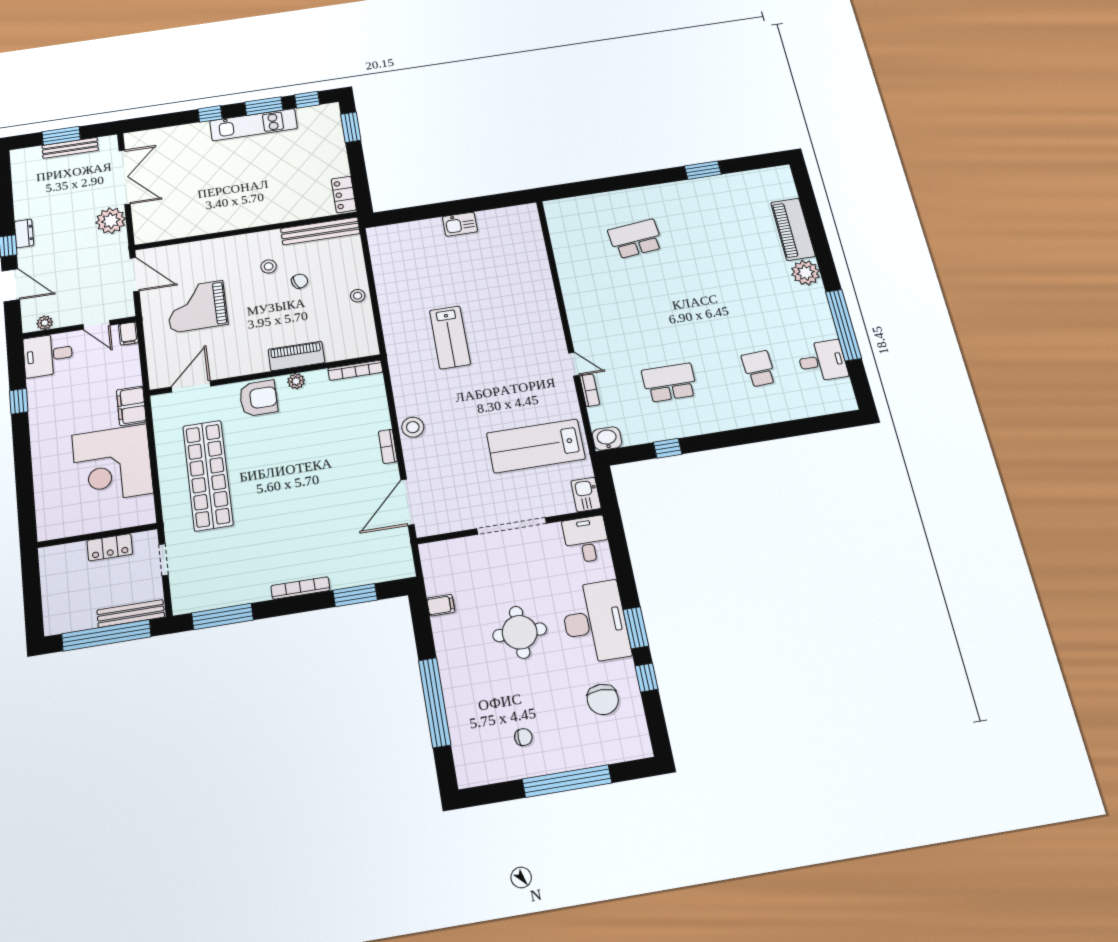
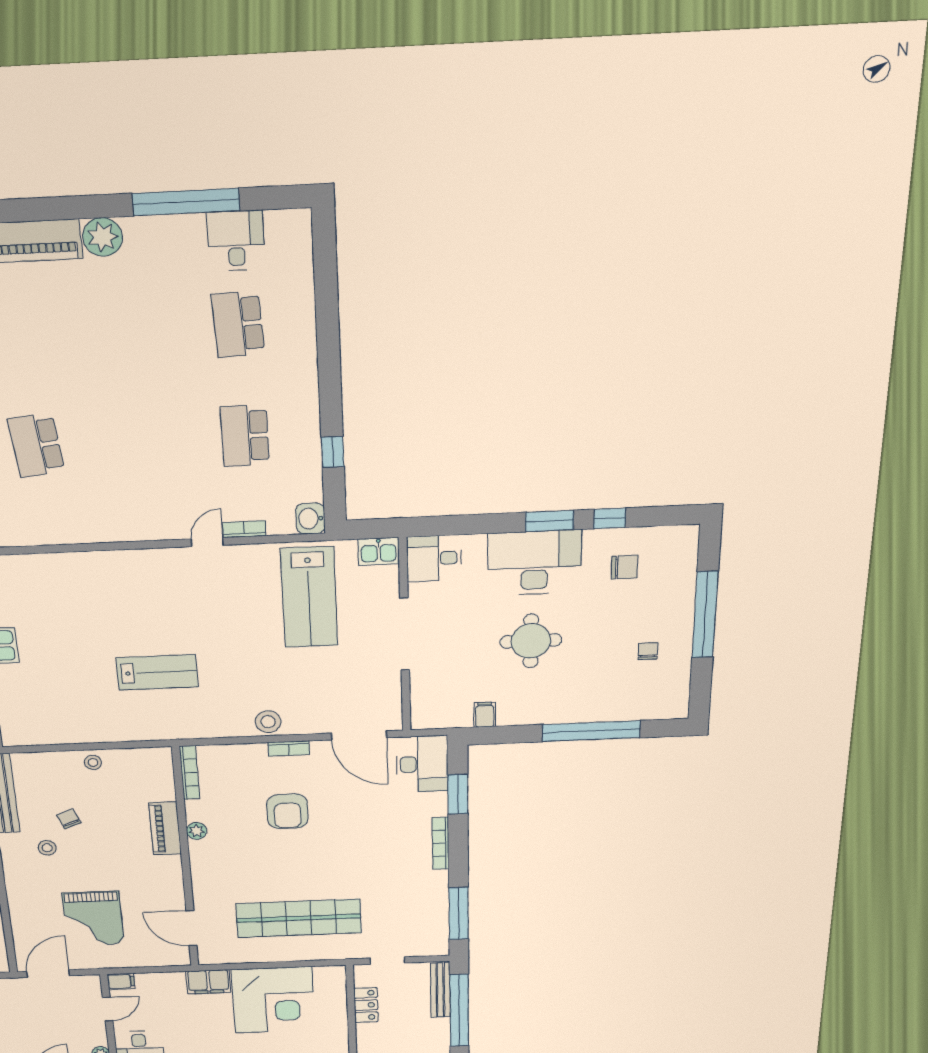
school desk: (759, 369) -> (238, 324), width x1.85
armchair: (258, 398) -> (287, 811), moved, turned 180
desk: (384, 559) -> (422, 764), added
chair: (603, 699) -> (624, 567), width x0.73, depth x0.73

